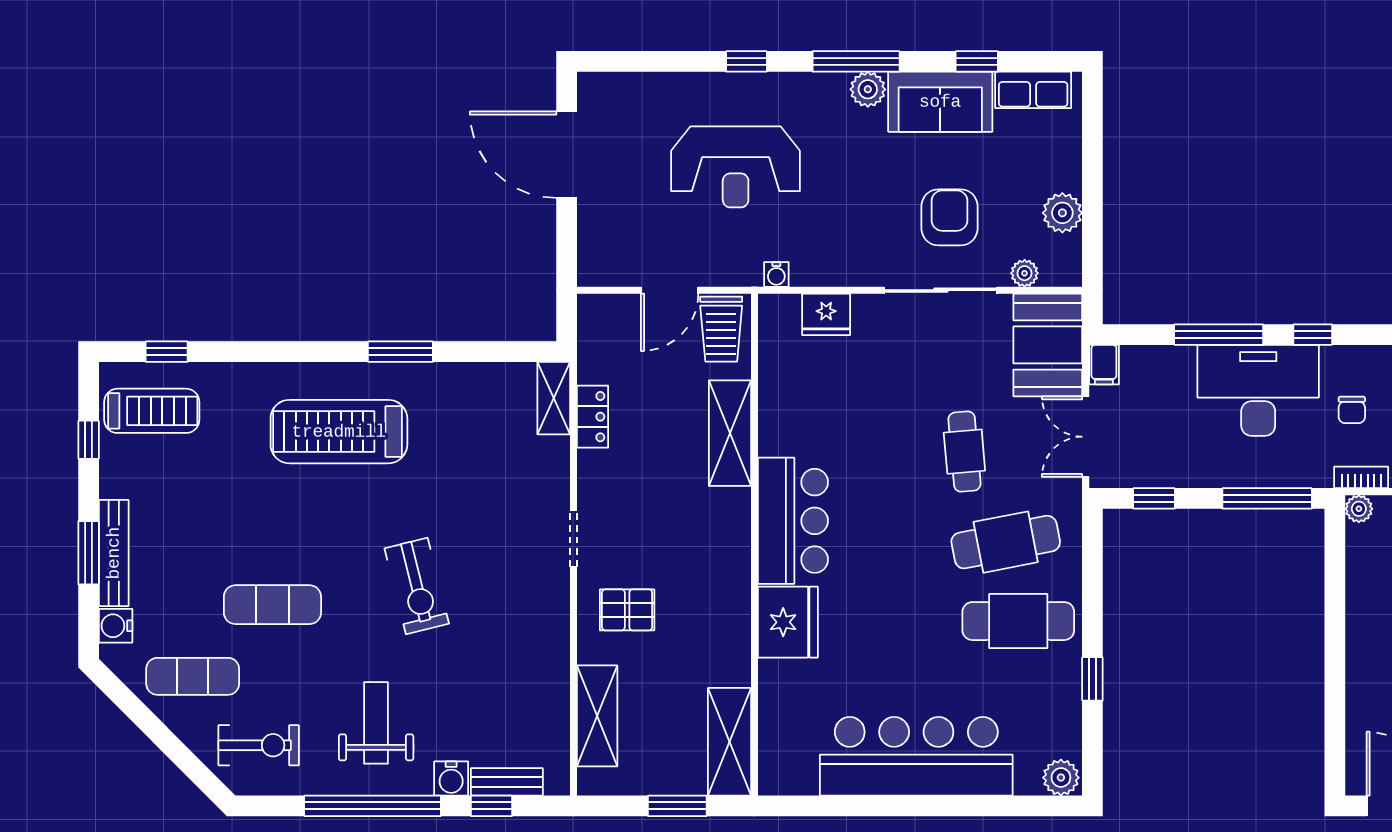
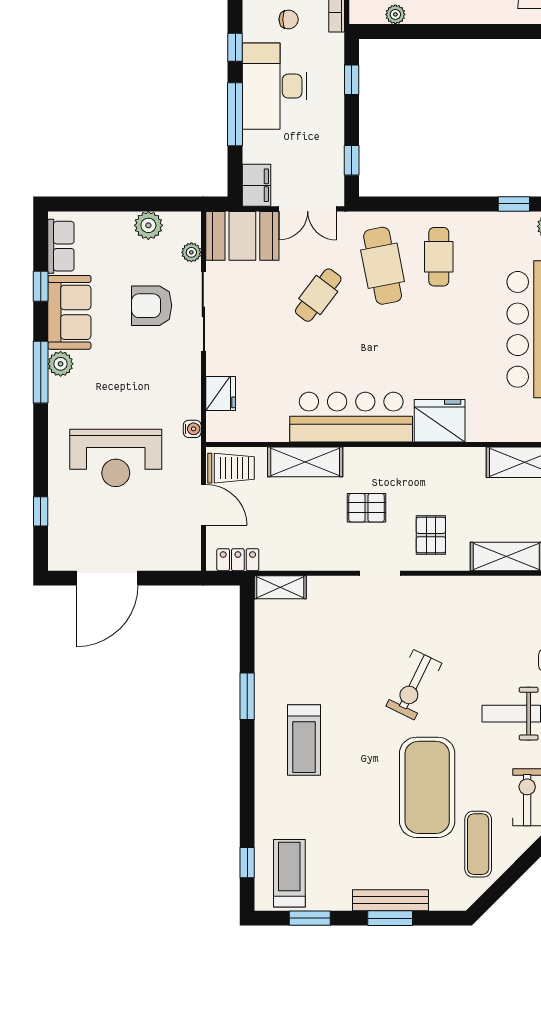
window: (746, 61) -> (41, 511), moved
reception desk: (736, 167) -> (116, 458), turned 90
filing cabinet: (1104, 365) -> (256, 185), width x2.00
locker: (593, 417) -> (238, 560), moved
treadmill: (339, 432) -> (304, 740), width x0.73, depth x0.73
window: (89, 440) -> (310, 918), width x1.50
cafe table: (964, 452) -> (318, 295), turned -48
window: (1267, 498) -> (352, 80), width x0.46
plant: (1359, 509) -> (395, 14), moved
pallet: (665, 519) -> (367, 508), added
bar counter: (793, 521) -> (351, 417), width x1.36
exercise bike: (417, 586) -> (414, 685), turned 130
exercise mat: (272, 605) -> (427, 787), width x2.00, depth x1.45
cafe table: (1018, 621) -> (439, 257), width x0.73, depth x0.74
water cooler: (116, 626) -> (442, 899), removed
window: (1092, 679) -> (514, 204), moved

